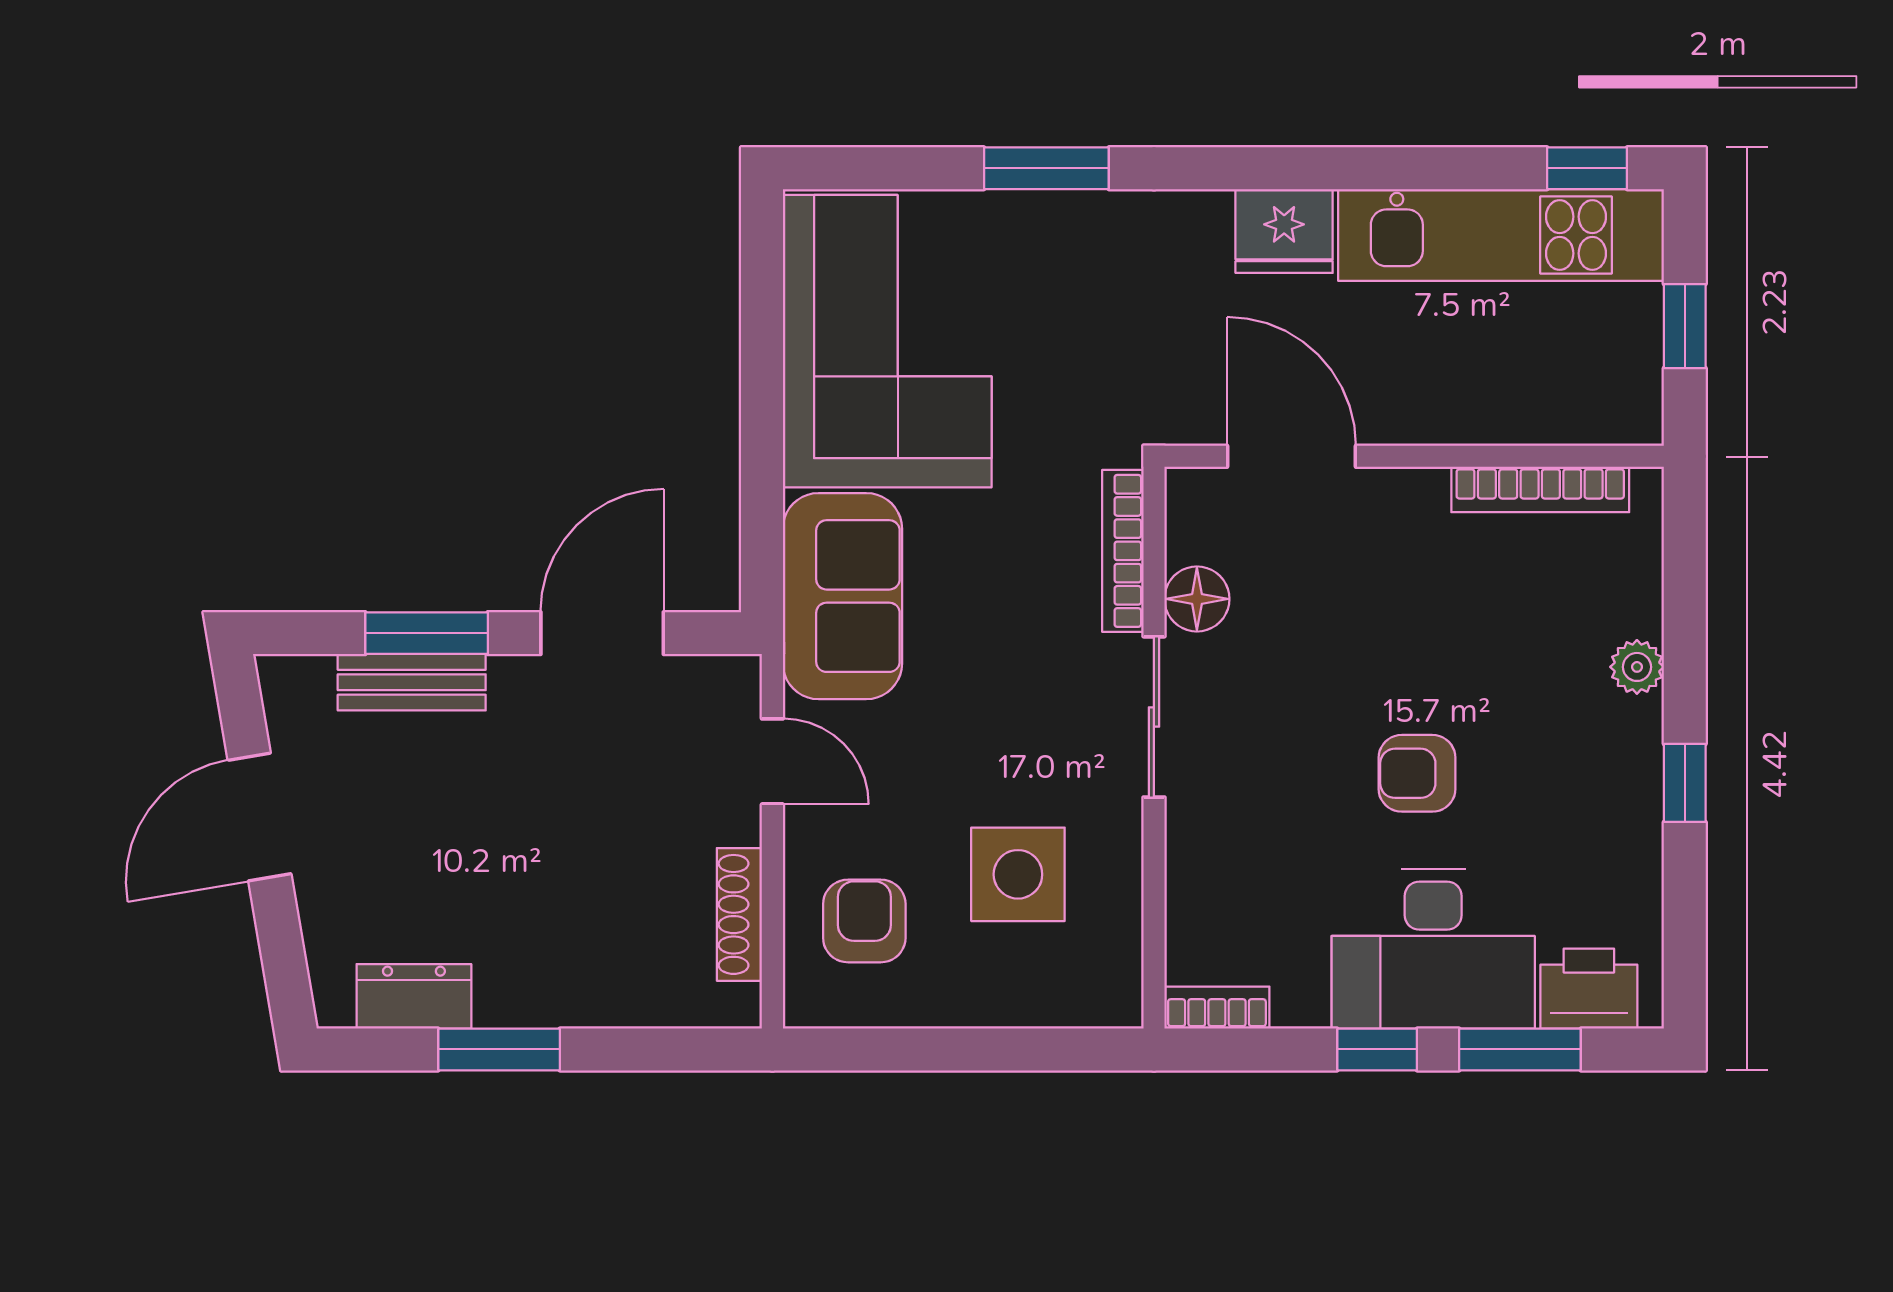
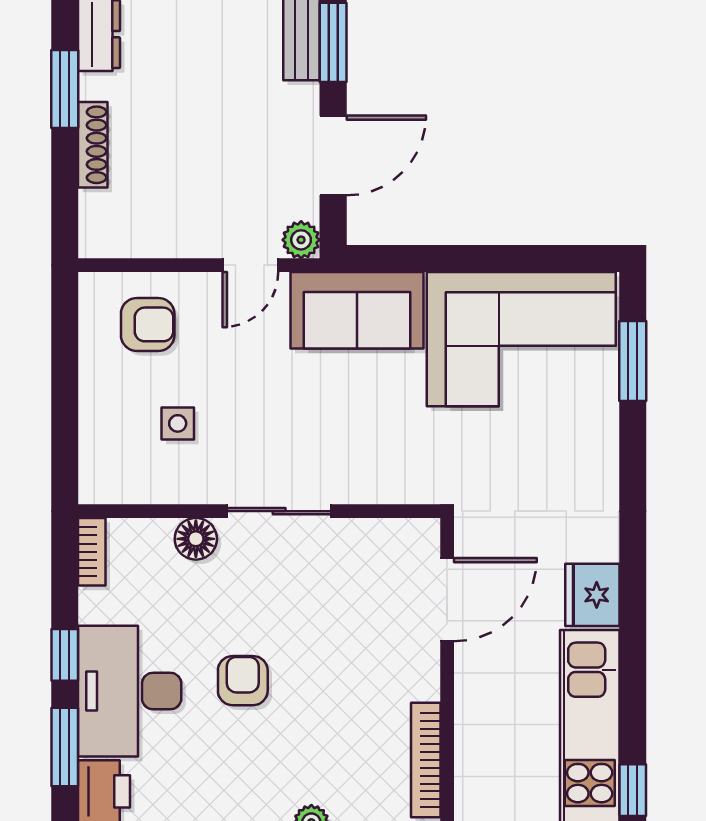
window: (1046, 168) -> (633, 361), moved
bookcase: (1123, 551) -> (386, 491), removed
floor lamp: (1197, 599) -> (196, 539), moved
door: (602, 633) -> (333, 155), hinge flipped
plant: (733, 683) -> (301, 240), added
side table: (1018, 874) -> (178, 423), width x0.54, depth x0.54
shoe rack: (739, 914) -> (93, 145), moved, turned 90

